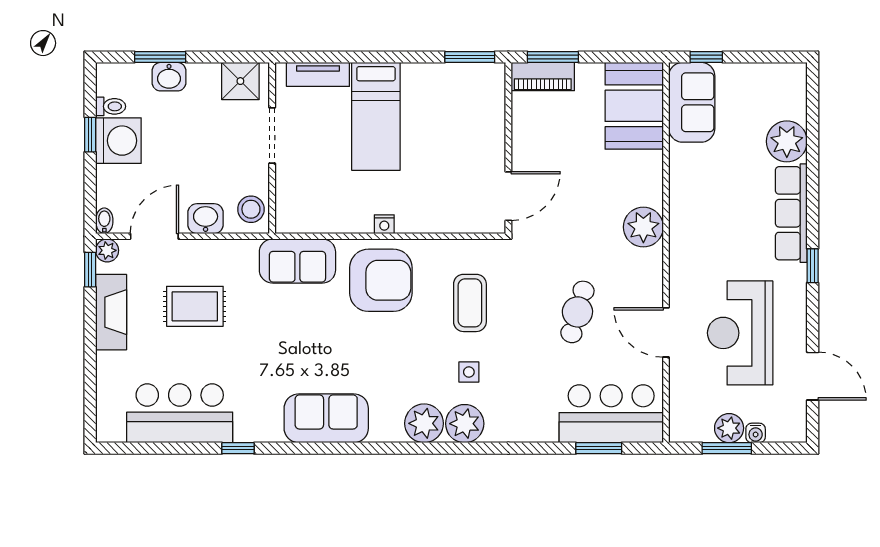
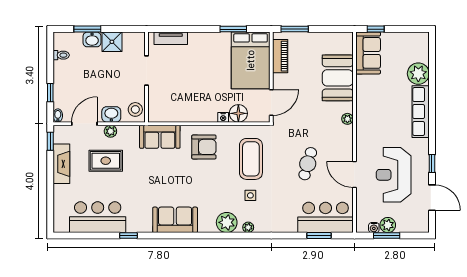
window: (470, 57) -> (233, 29), moved
piano: (543, 77) -> (280, 56), moved, turned -90
shower: (240, 81) -> (112, 42), moved
booth: (634, 106) -> (338, 78), moved
bed: (376, 116) -> (251, 60), moved, width x1.50
window: (90, 135) -> (50, 93), moved
washing machine: (118, 141) -> (65, 73), removed
floor lamp: (446, 217) -> (238, 113), added
nightstand: (384, 224) -> (223, 117), moved
plant: (643, 227) -> (347, 119), width x0.53, depth x0.53
plant: (107, 250) -> (110, 131), moved
window: (813, 266) -> (432, 164), moved
armchair: (381, 280) -> (204, 147), width x0.73, depth x0.73
coffee table: (470, 303) -> (251, 159), width x1.36, depth x1.32
plant: (465, 424) -> (248, 227), width x0.53, depth x0.53
water cooler: (756, 433) -> (374, 228), moved

